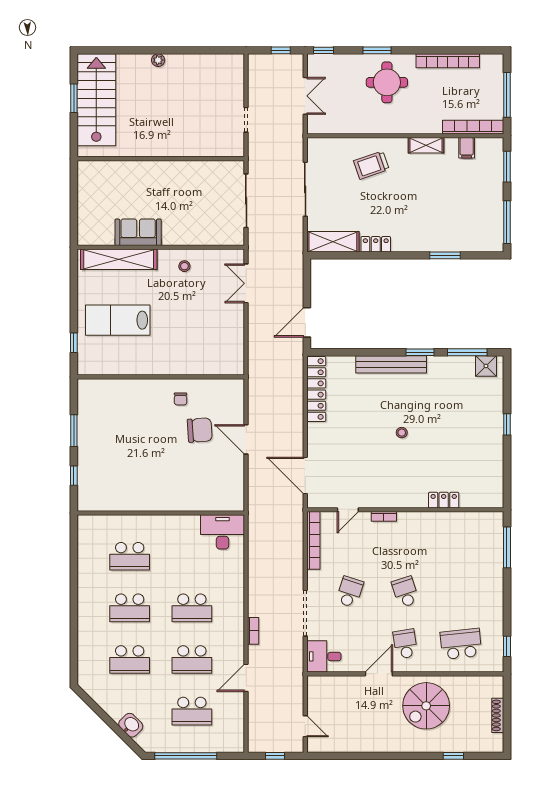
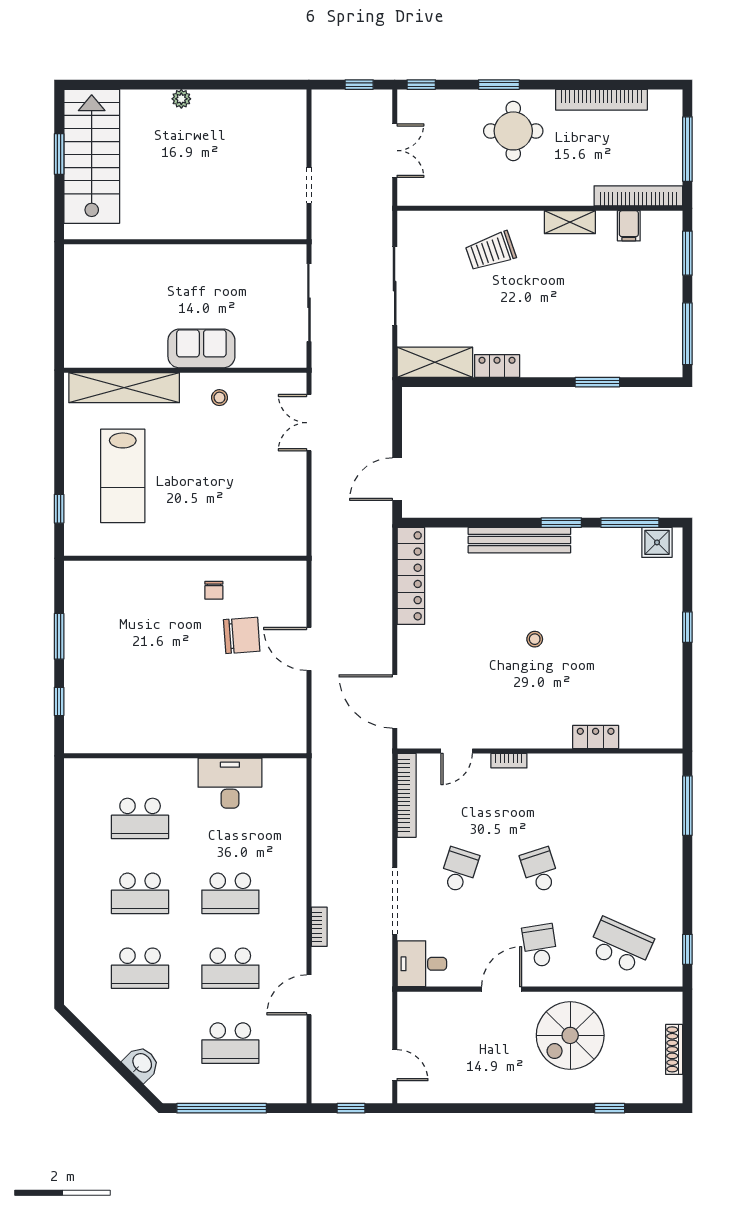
sofa: (138, 232) -> (201, 348), moved
lab bench: (118, 320) -> (123, 476), turned -90
desk: (223, 532) -> (230, 783), moved
school desk: (461, 644) -> (621, 946), turned 30

